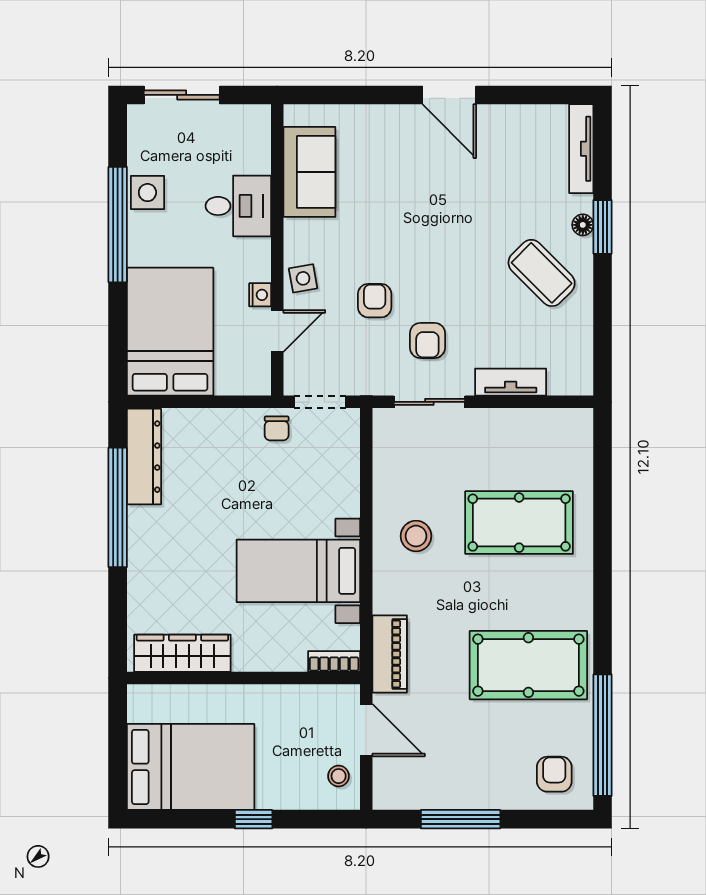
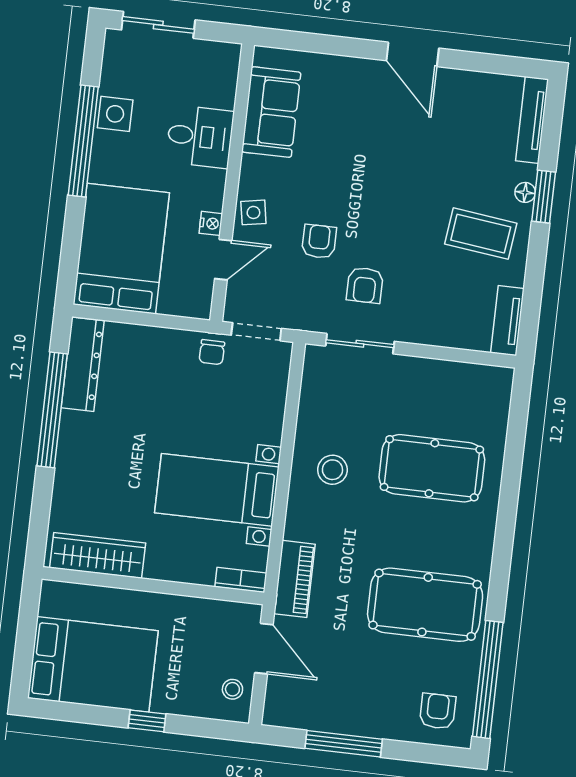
coffee table: (542, 273) -> (481, 234), turned -38
tv unit: (511, 382) -> (507, 321), moved, turned -90

